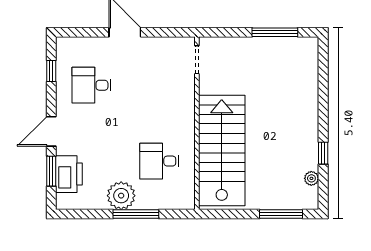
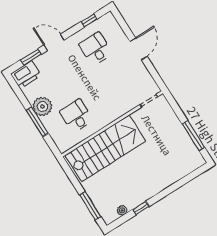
printer: (69, 174) -> (26, 75), moved

